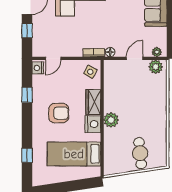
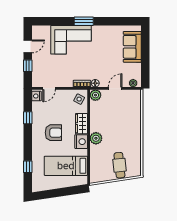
plant: (156, 67) -> (95, 95), moved

